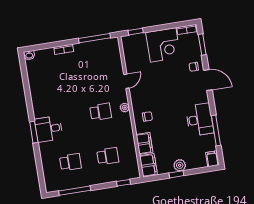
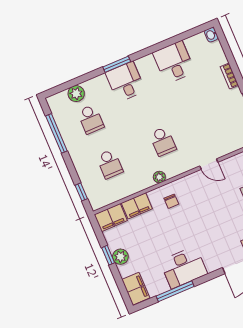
desk: (43, 89) -> (174, 62), added
plant: (125, 108) -> (159, 177), moved
filing cabinet: (212, 159) -> (136, 289), width x2.00
plant: (48, 168) -> (76, 94), added

